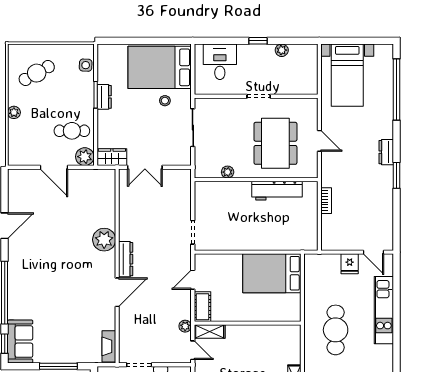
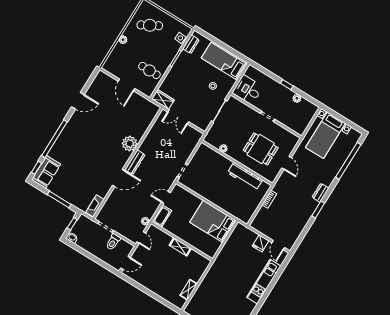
desk: (220, 62) -> (248, 90), moved, turned -90
bed: (160, 67) -> (224, 61), width x0.67
dresser: (104, 97) -> (191, 44), moved
dining table: (275, 143) -> (261, 149), width x0.73
plant: (85, 157) -> (148, 90), removed
cafe table: (336, 330) -> (229, 276), removed
shelving: (210, 332) -> (180, 247), moved

